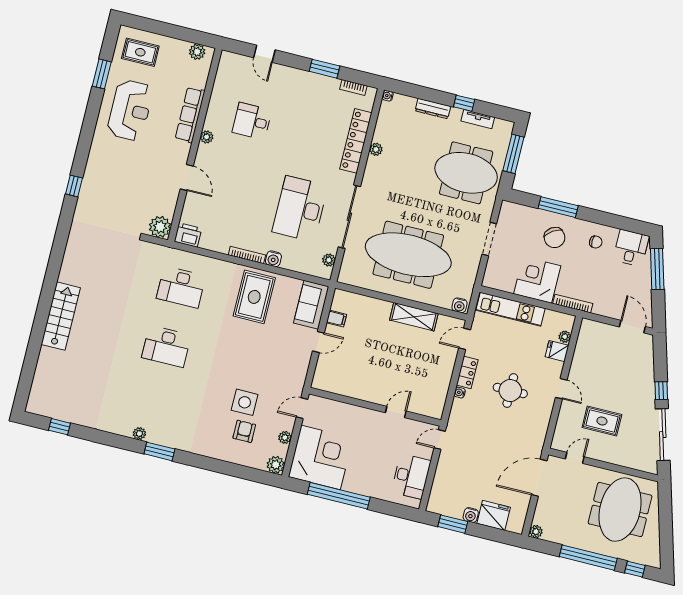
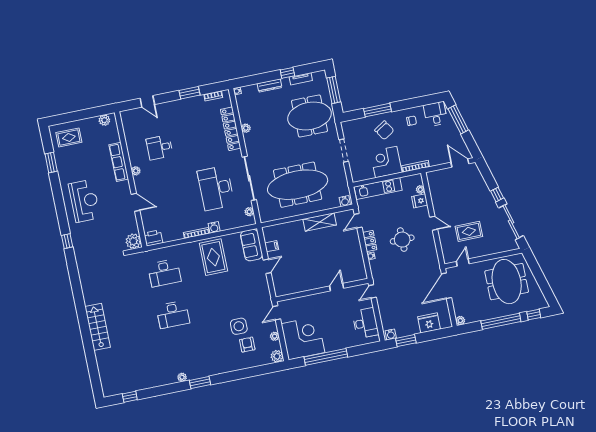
reception desk: (130, 110) -> (84, 201), moved
water cooler: (471, 515) -> (391, 334), moved

